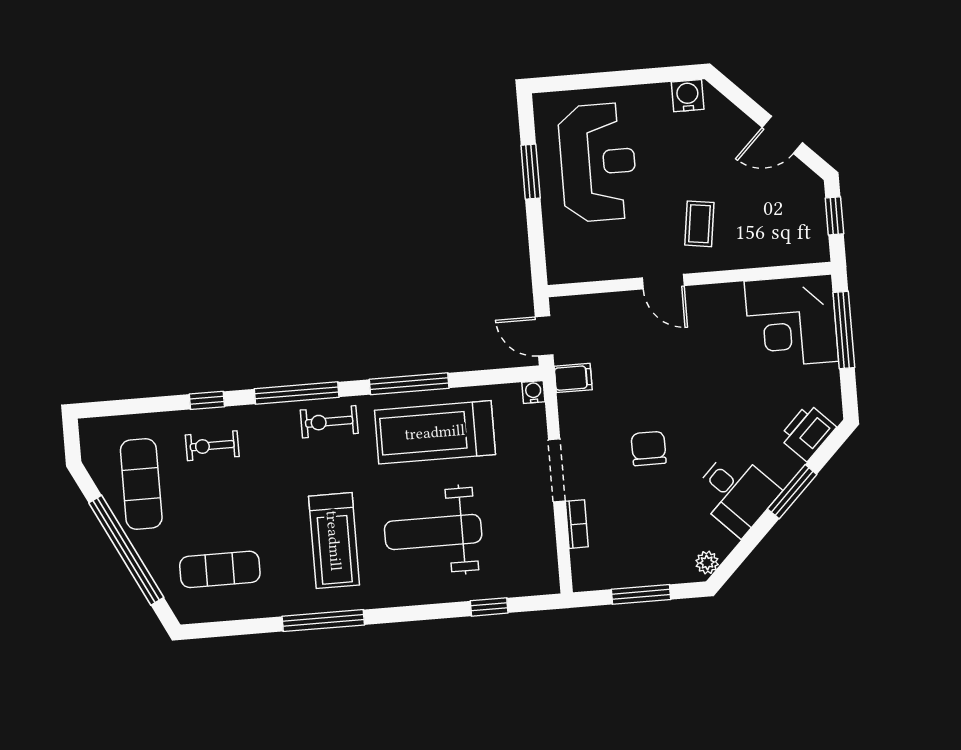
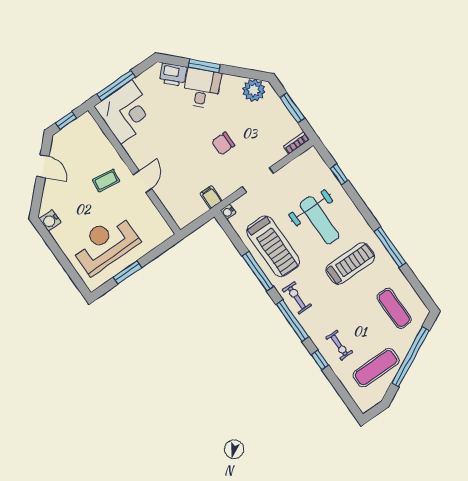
door: (544, 336) -> (199, 222), removed
exercise bike: (329, 422) -> (297, 298), turned 180
desk: (736, 493) -> (202, 88), moved
bookcase: (577, 524) -> (296, 143), moved
plant: (707, 562) -> (254, 90), width x1.87, depth x1.87

